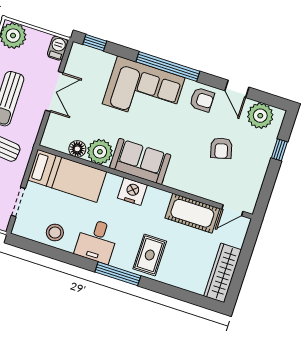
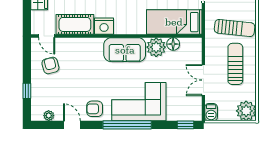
plant: (260, 116) -> (49, 116), width x0.53, depth x0.53
armchair: (221, 148) -> (50, 65), moved
nightstand: (132, 191) -> (104, 26), moved
door: (232, 210) -> (47, 36), swing flipped

